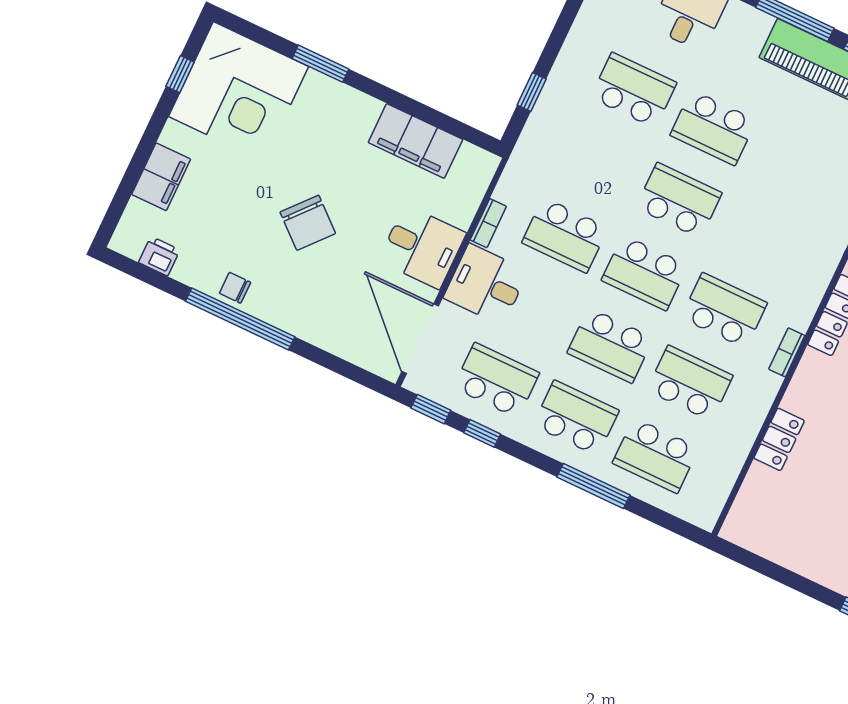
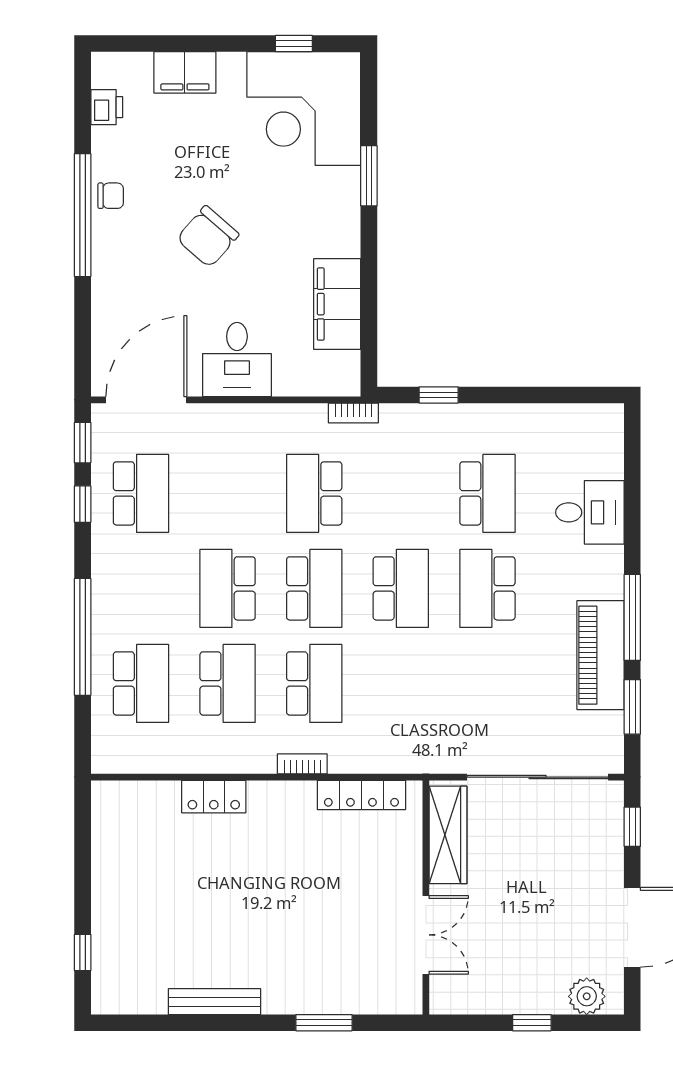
bookcase: (488, 223) -> (353, 413), moved
school desk: (645, 273) -> (314, 588), turned 180
desk: (486, 284) -> (230, 439), removed
chair: (235, 288) -> (111, 196), turned 90
school desk: (576, 418) -> (141, 588), removed
school desk: (656, 456) -> (141, 683), turned 180
window: (593, 486) -> (83, 637), width x1.46

